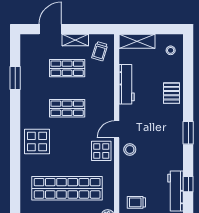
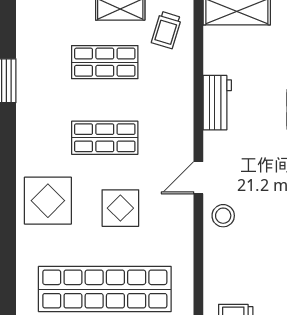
workbench: (127, 84) -> (217, 103), width x0.73
display table: (101, 151) -> (120, 208), moved

